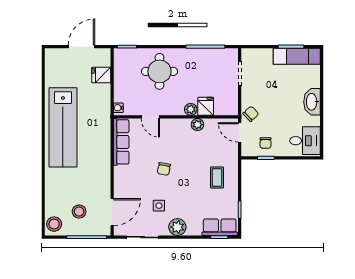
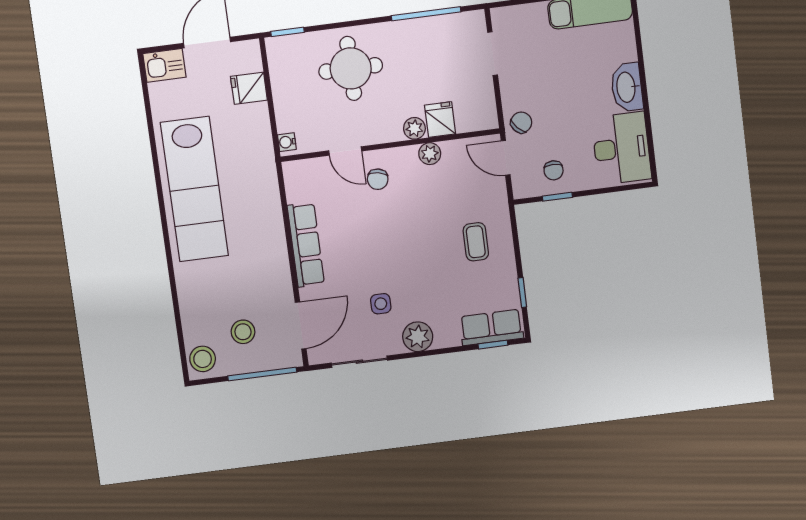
kitchen sink: (56, 56) -> (164, 65), added
desk: (305, 141) -> (621, 148), width x1.37
row of seats: (121, 142) -> (306, 245), moved
chair: (164, 169) -> (378, 179), moved

